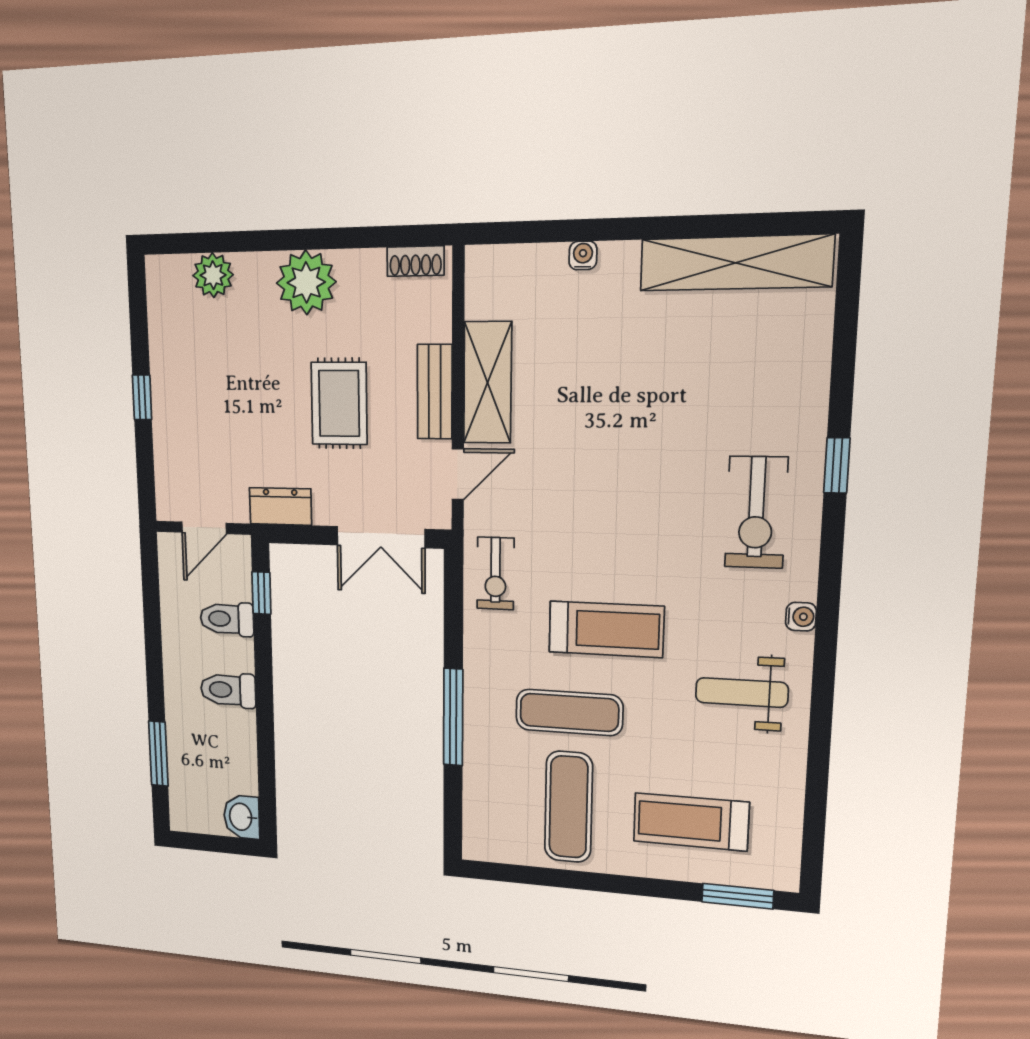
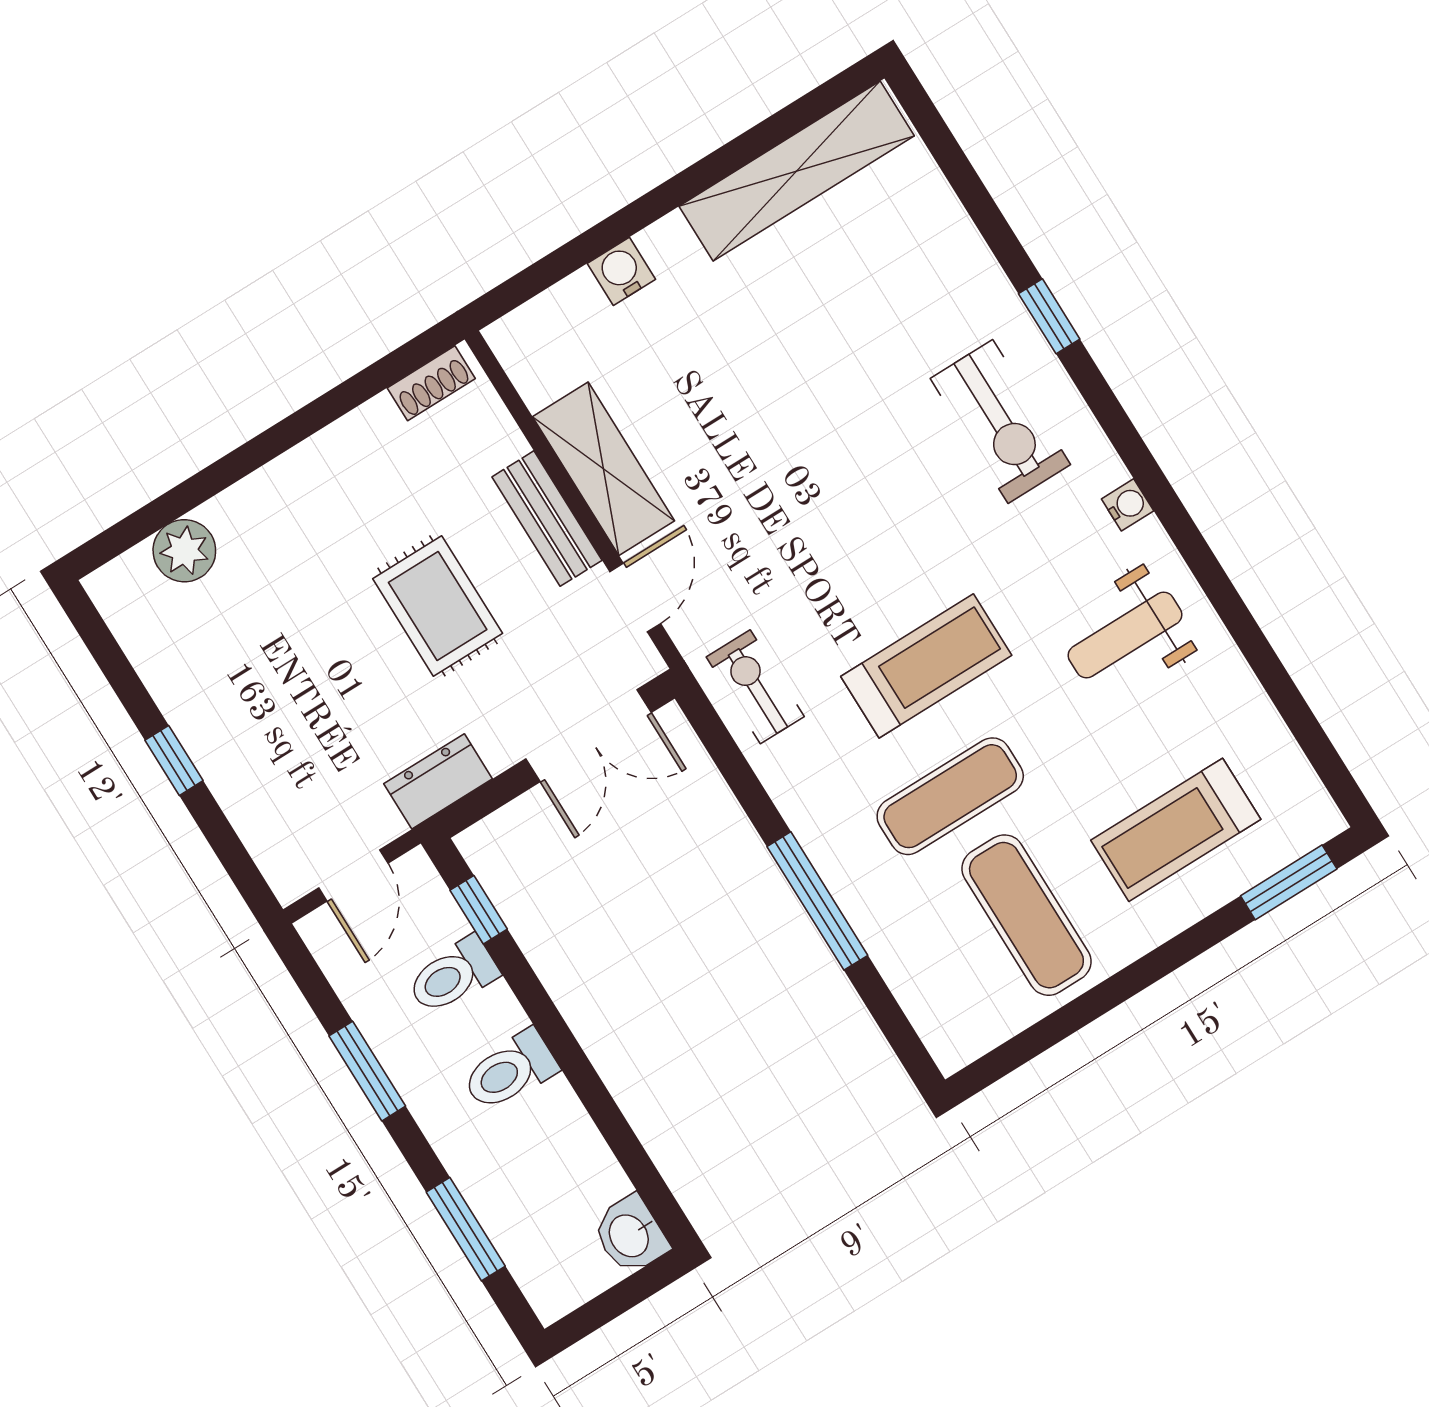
water cooler: (583, 255) -> (621, 271), width x1.38, depth x1.38
plant: (306, 282) -> (310, 488), removed
exercise bike: (495, 573) -> (755, 687), turned 180
window: (153, 638) -> (367, 1071), added

